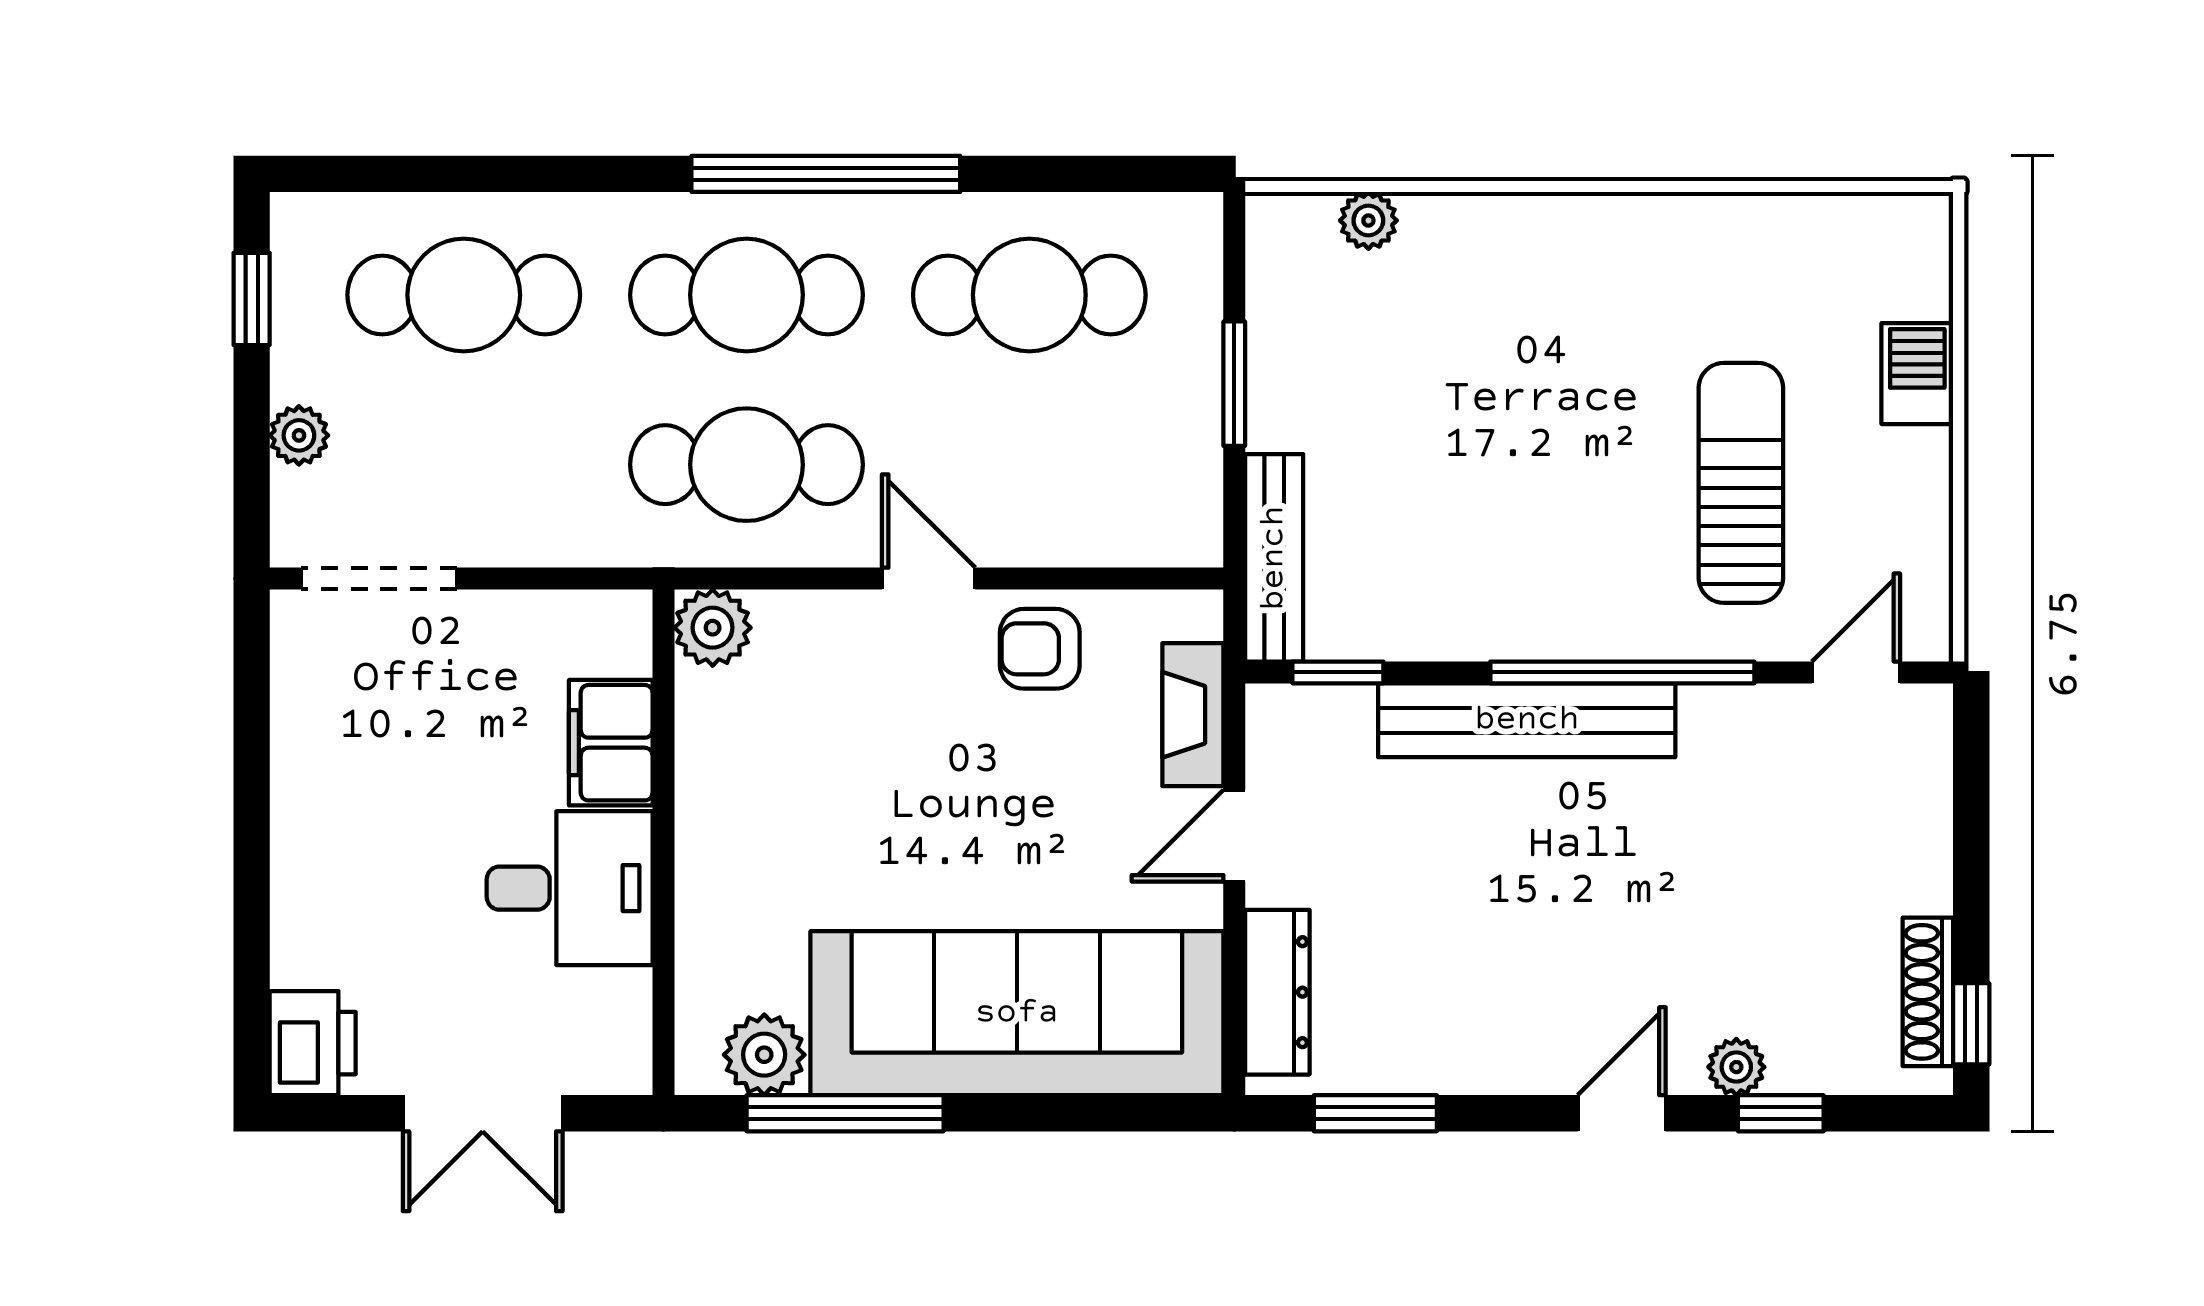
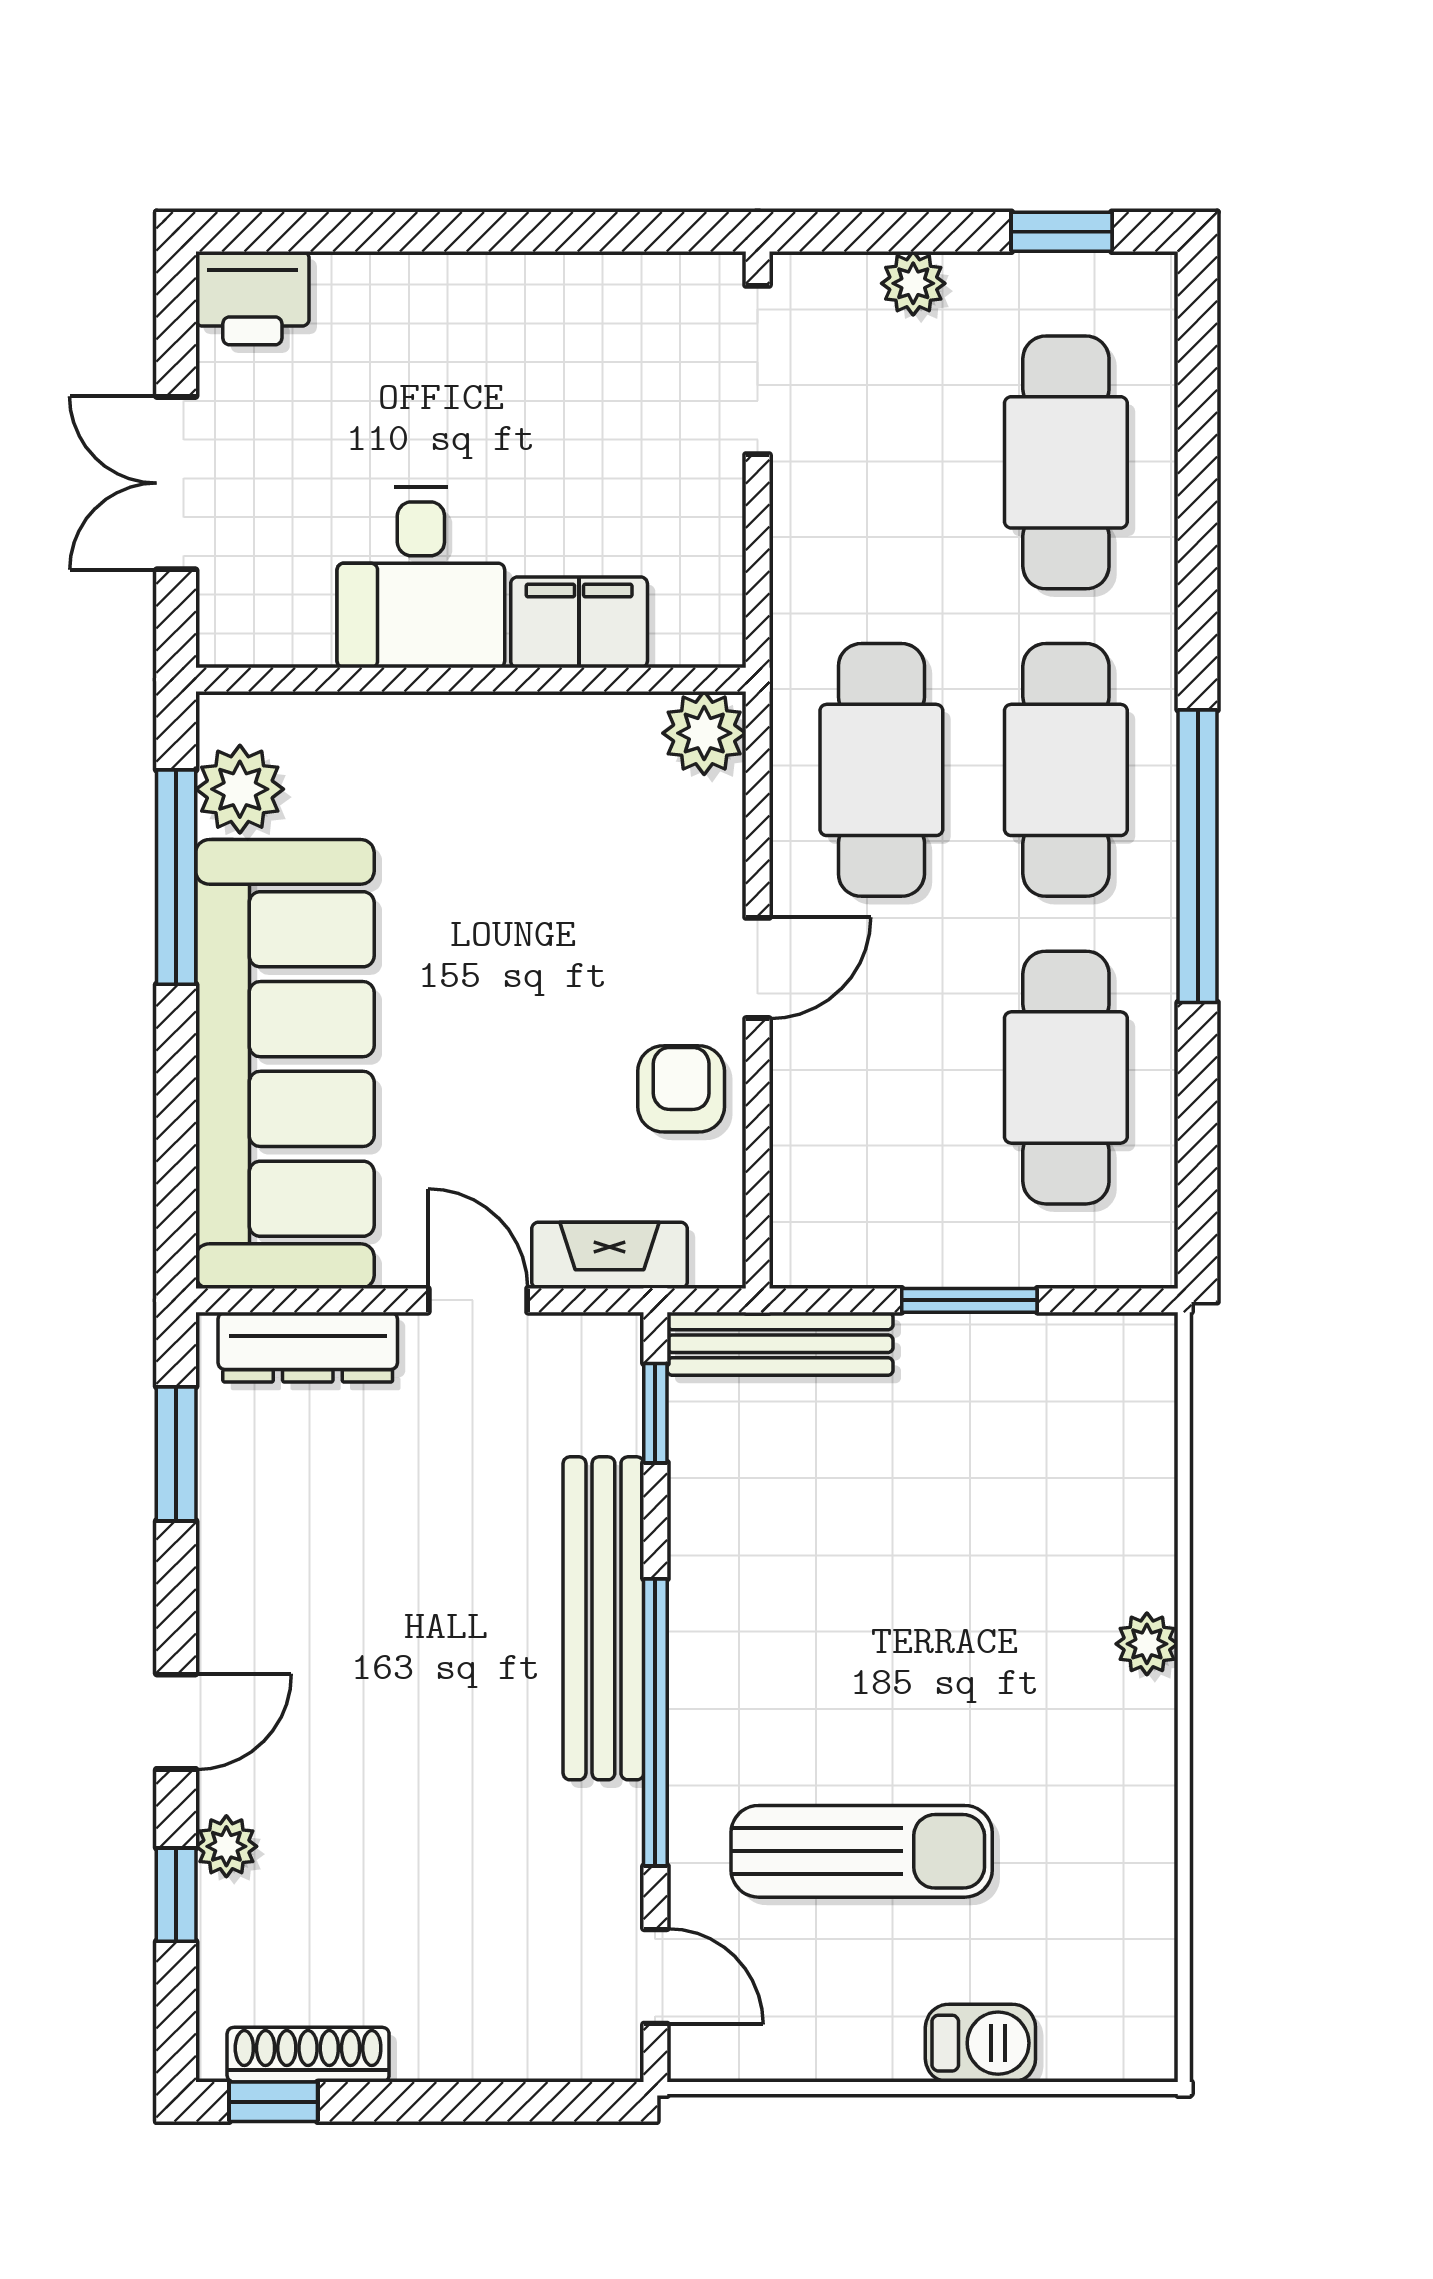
plant: (1368, 220) -> (1147, 1644), moved
door: (1622, 1113) -> (176, 1722), hinge flipped

